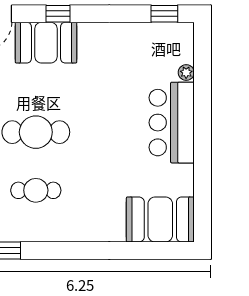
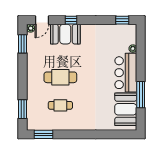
window: (202, 168) -> (141, 95), added
booth: (160, 220) -> (126, 109), moved, turned 90

